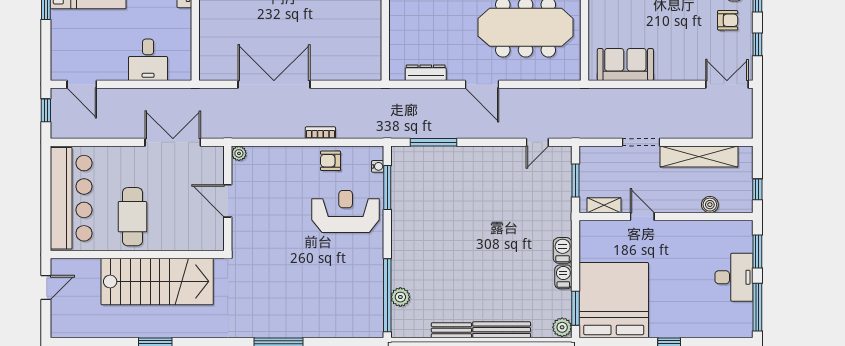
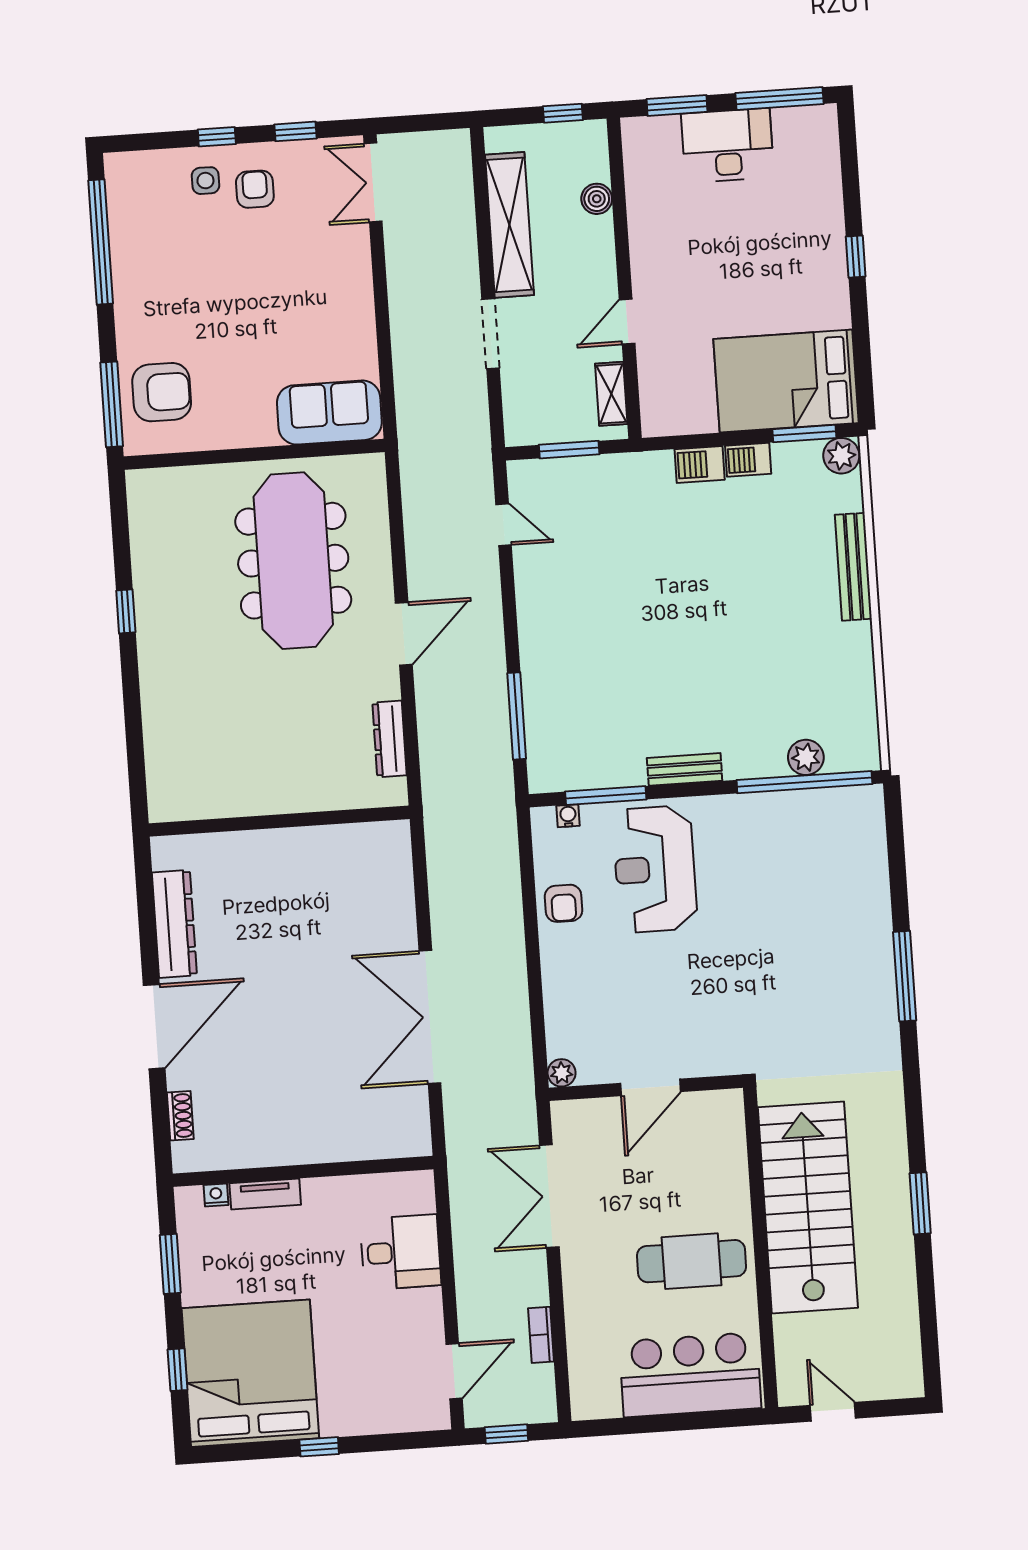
sofa: (625, 65) -> (329, 413), moved, turned 90
bookcase: (320, 133) -> (541, 1335), moved
bar counter: (71, 198) -> (690, 1375), width x0.73
bed: (614, 300) -> (786, 381), width x0.73
bench: (451, 330) -> (685, 769), moved, turned 90

